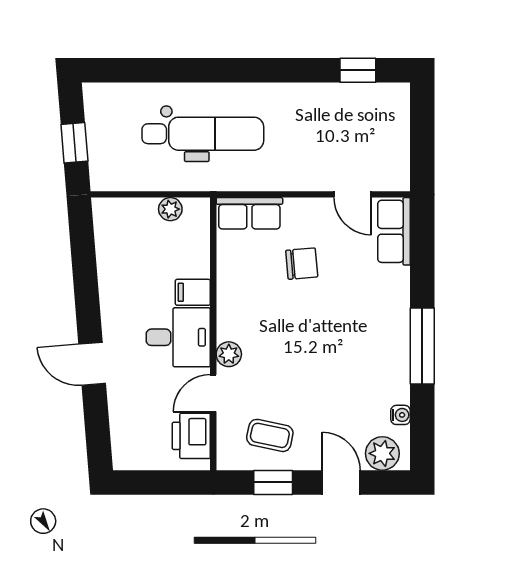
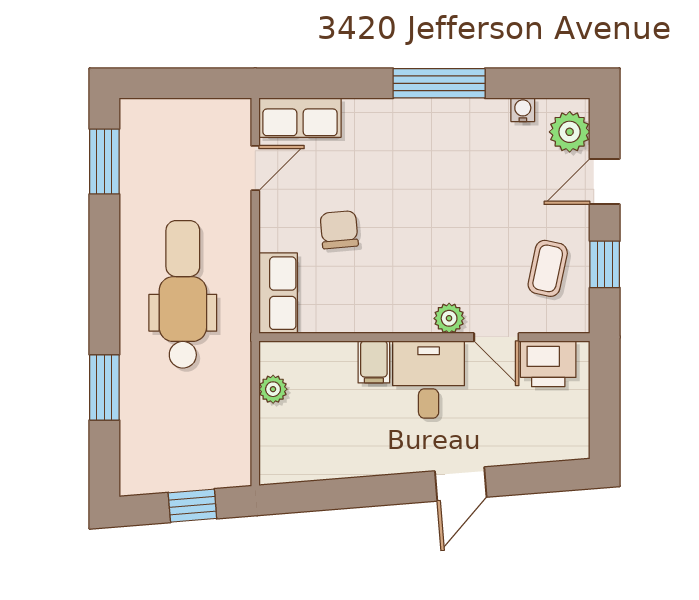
window: (172, 70) -> (104, 387), added
window: (358, 70) -> (104, 162), width x1.50
dental chair: (203, 134) -> (183, 294), moved

